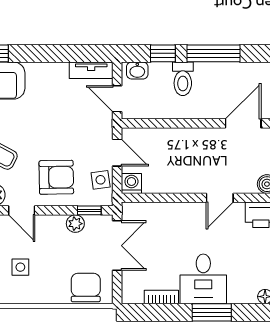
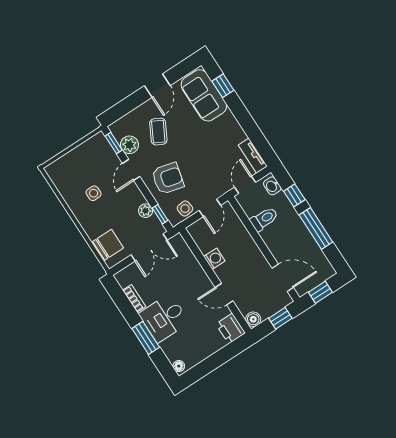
toilet: (183, 79) -> (264, 219), moved, turned 180
armchair: (56, 177) -> (168, 178), turned -75
washing machine: (131, 184) -> (214, 259), moved

